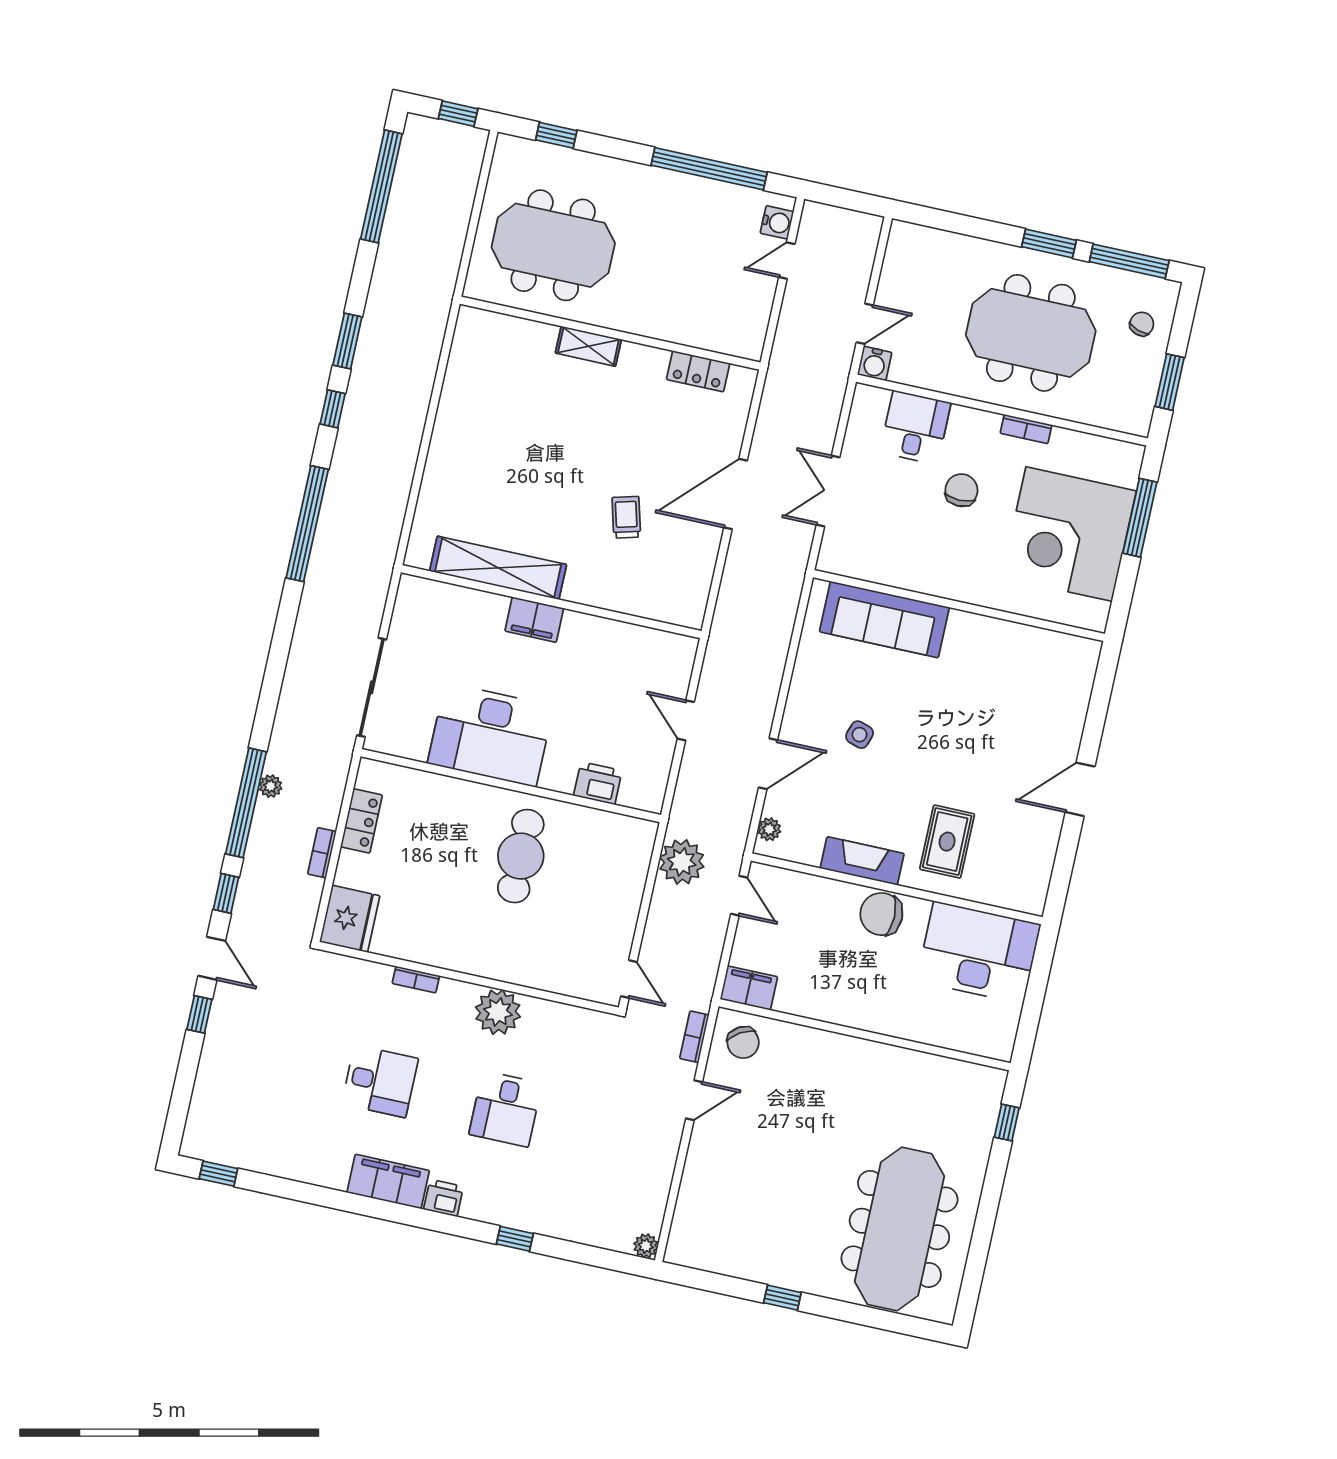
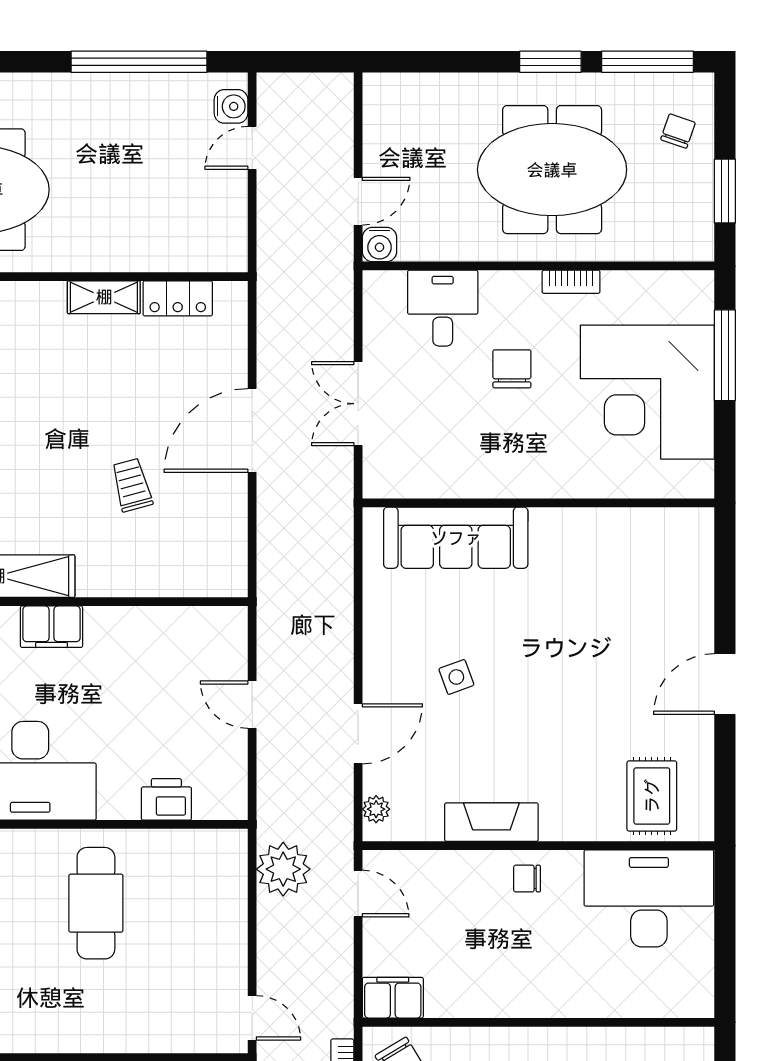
shelving: (588, 346) -> (104, 297), moved
side table: (860, 735) -> (456, 677), turned -38
rug: (947, 842) -> (652, 796), moved
chair: (881, 914) -> (527, 879), width x0.54, depth x0.54

